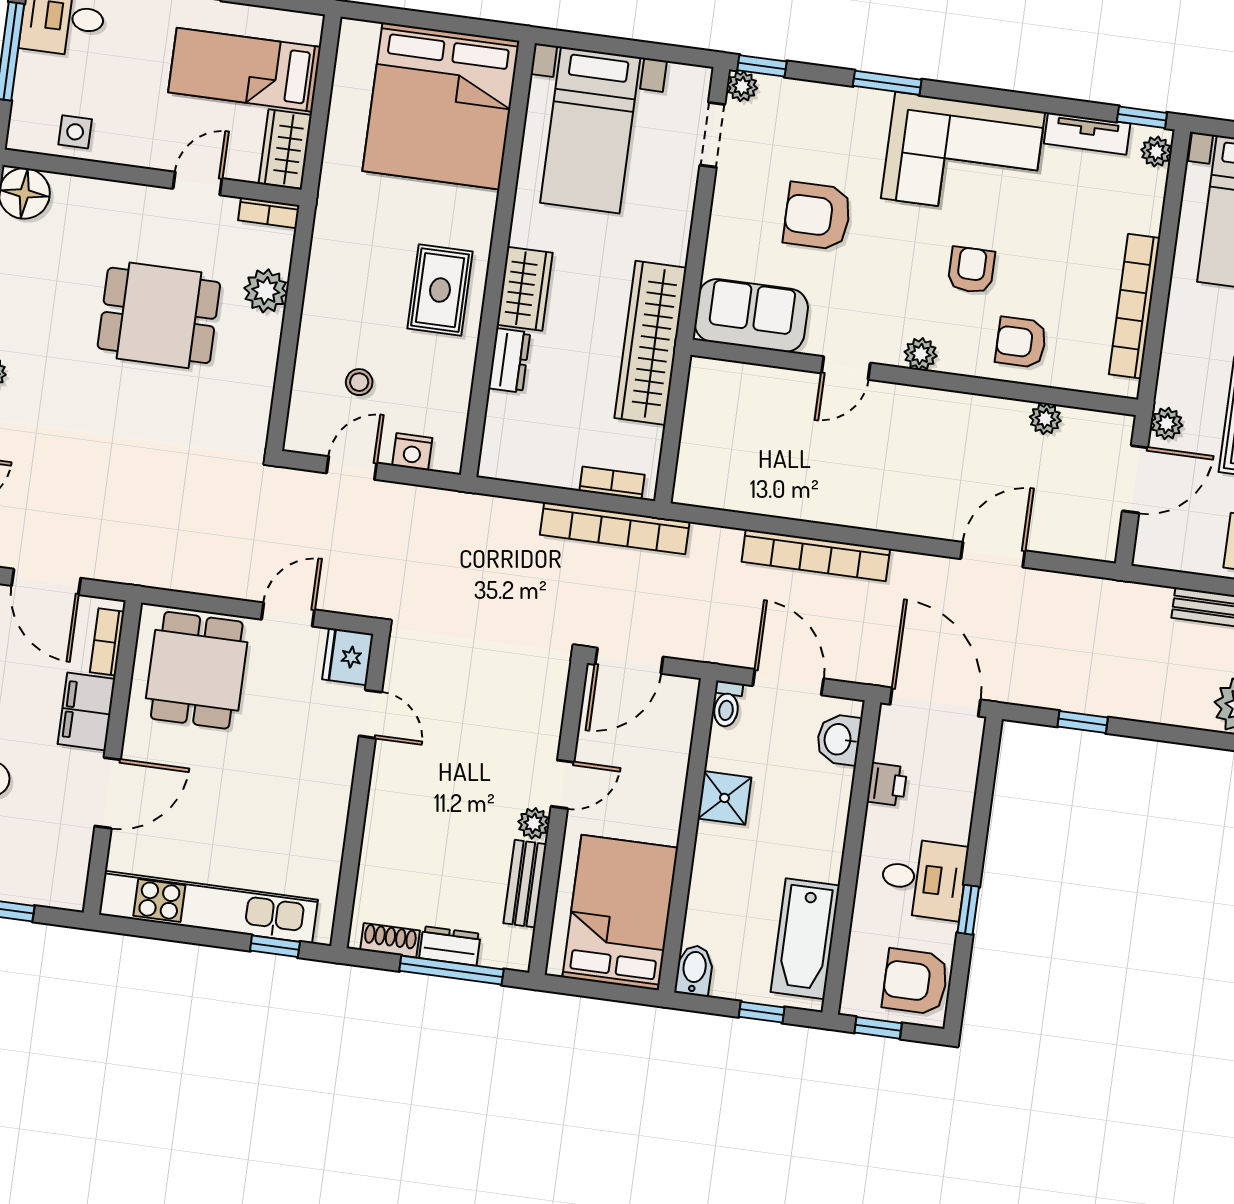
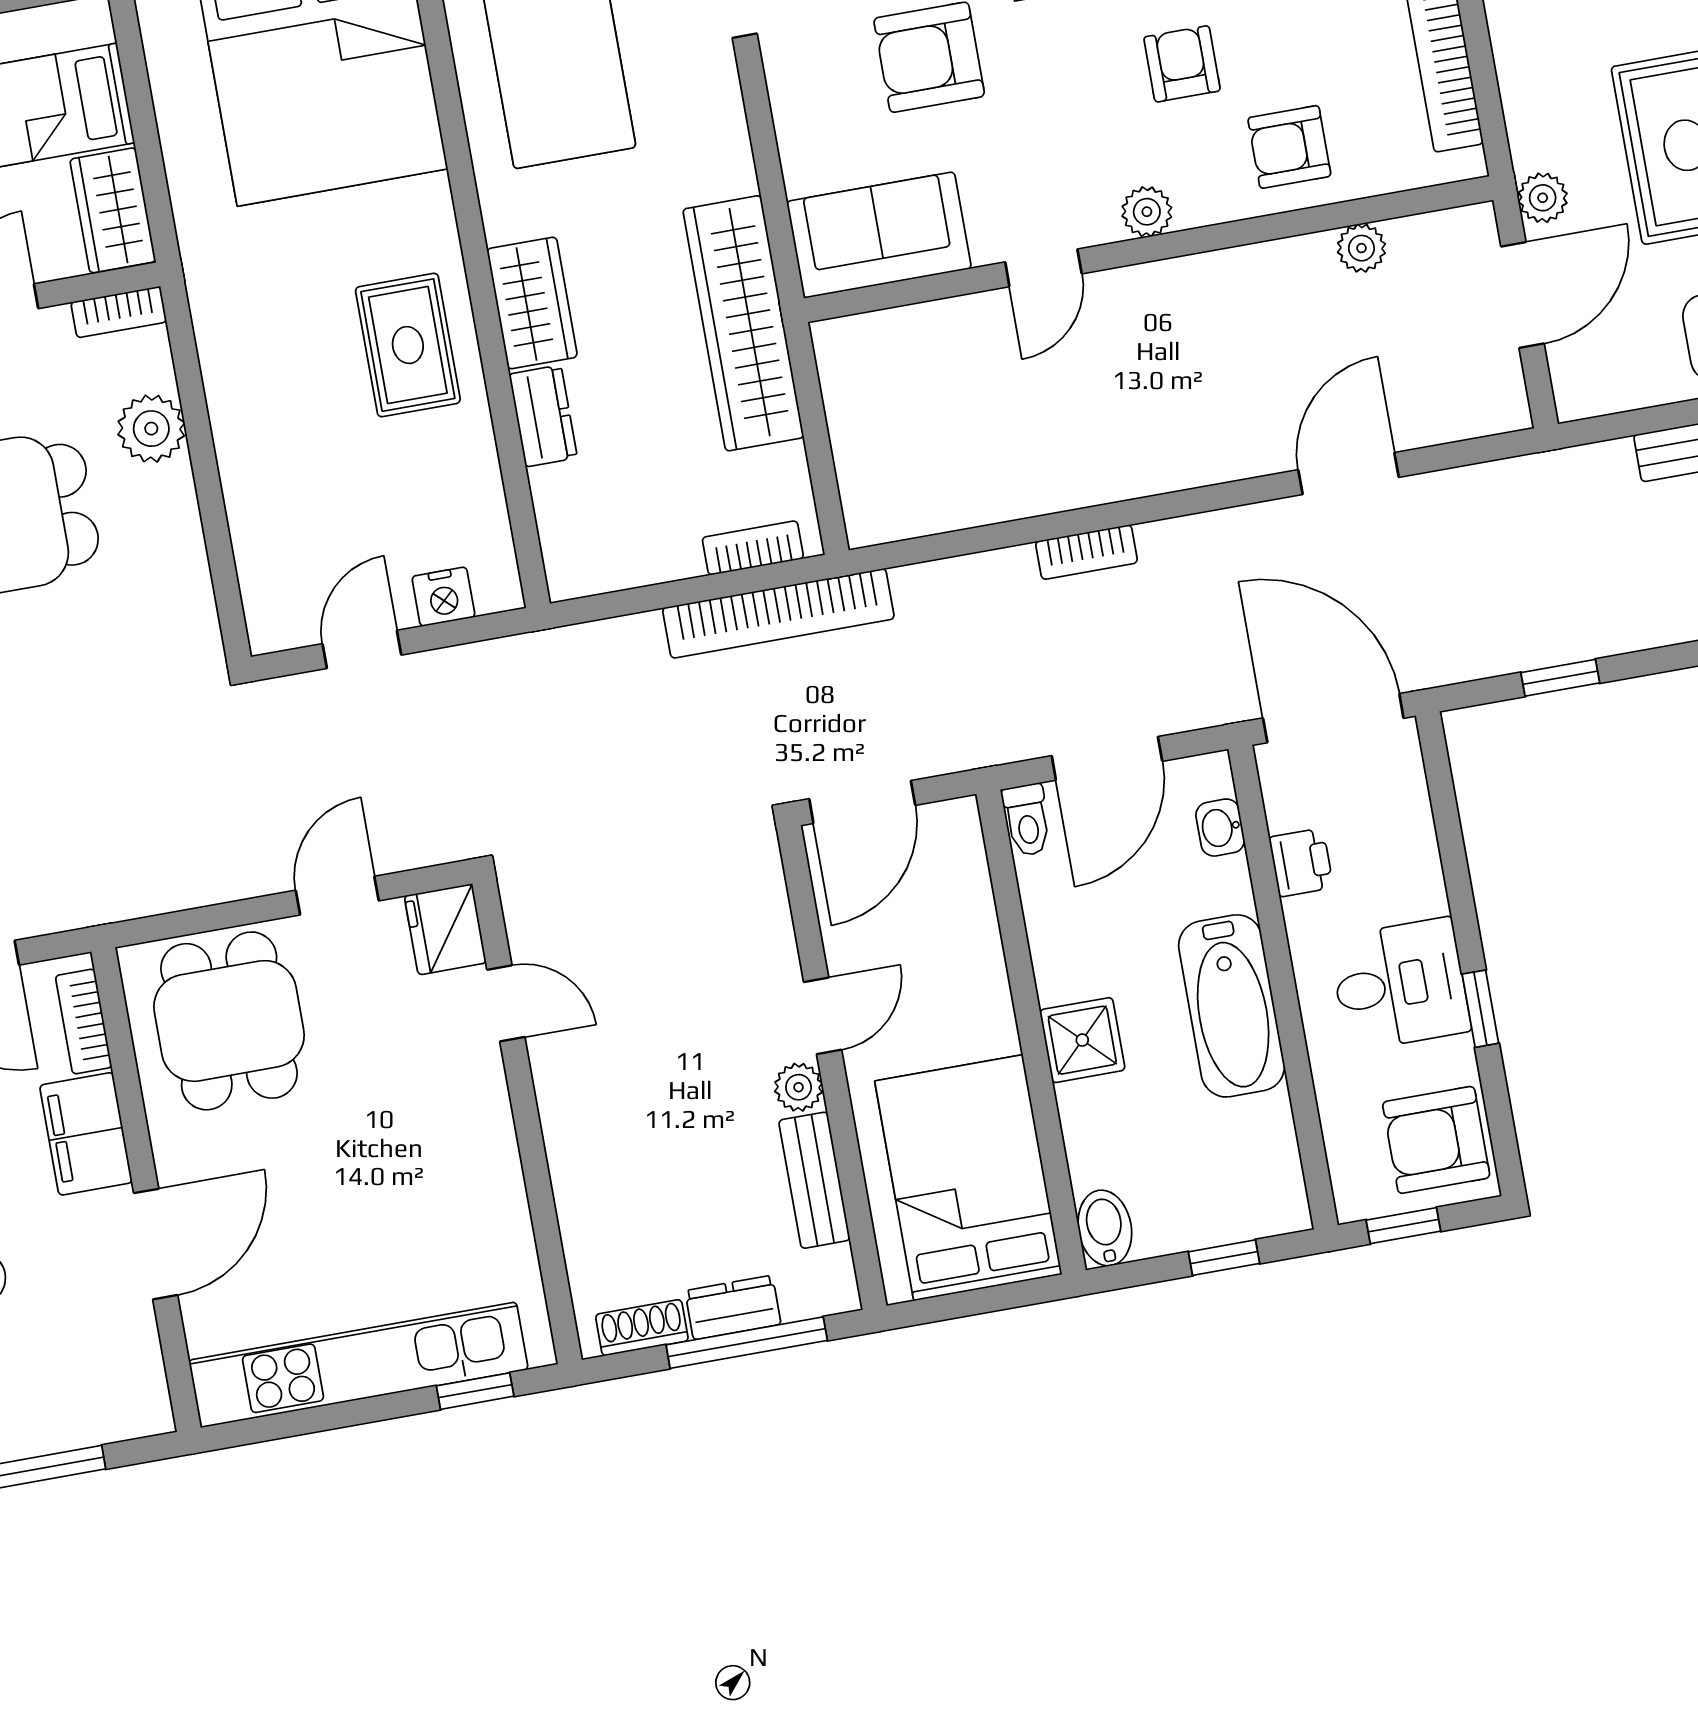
stool: (359, 382) -> (332, 519), removed
bookcase: (816, 555) -> (1087, 552), width x0.43, depth x0.76
door: (788, 682) -> (1107, 758), swing flipped
washbasin: (839, 739) -> (1220, 828), width x0.72, depth x0.69
shower: (725, 798) -> (1082, 1040), moved
bathtub: (805, 939) -> (1232, 1006), moved

